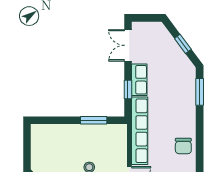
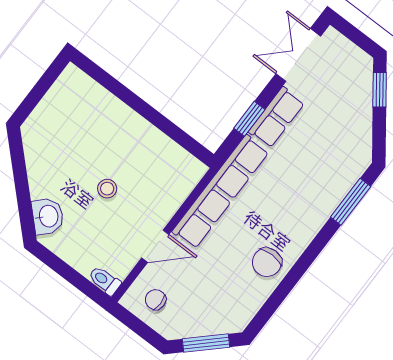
window: (183, 44) -> (380, 90), moved
window: (94, 120) -> (165, 126), removed

